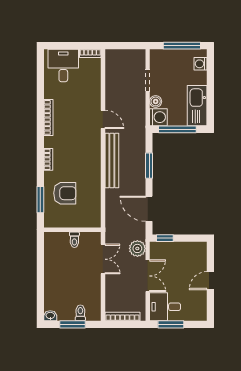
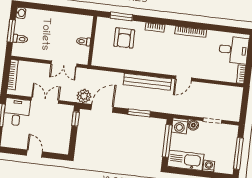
washing machine: (201, 64) -> (209, 166), moved
plant: (137, 248) -> (84, 96), moved
double door: (148, 276) -> (45, 100), swing flipped

